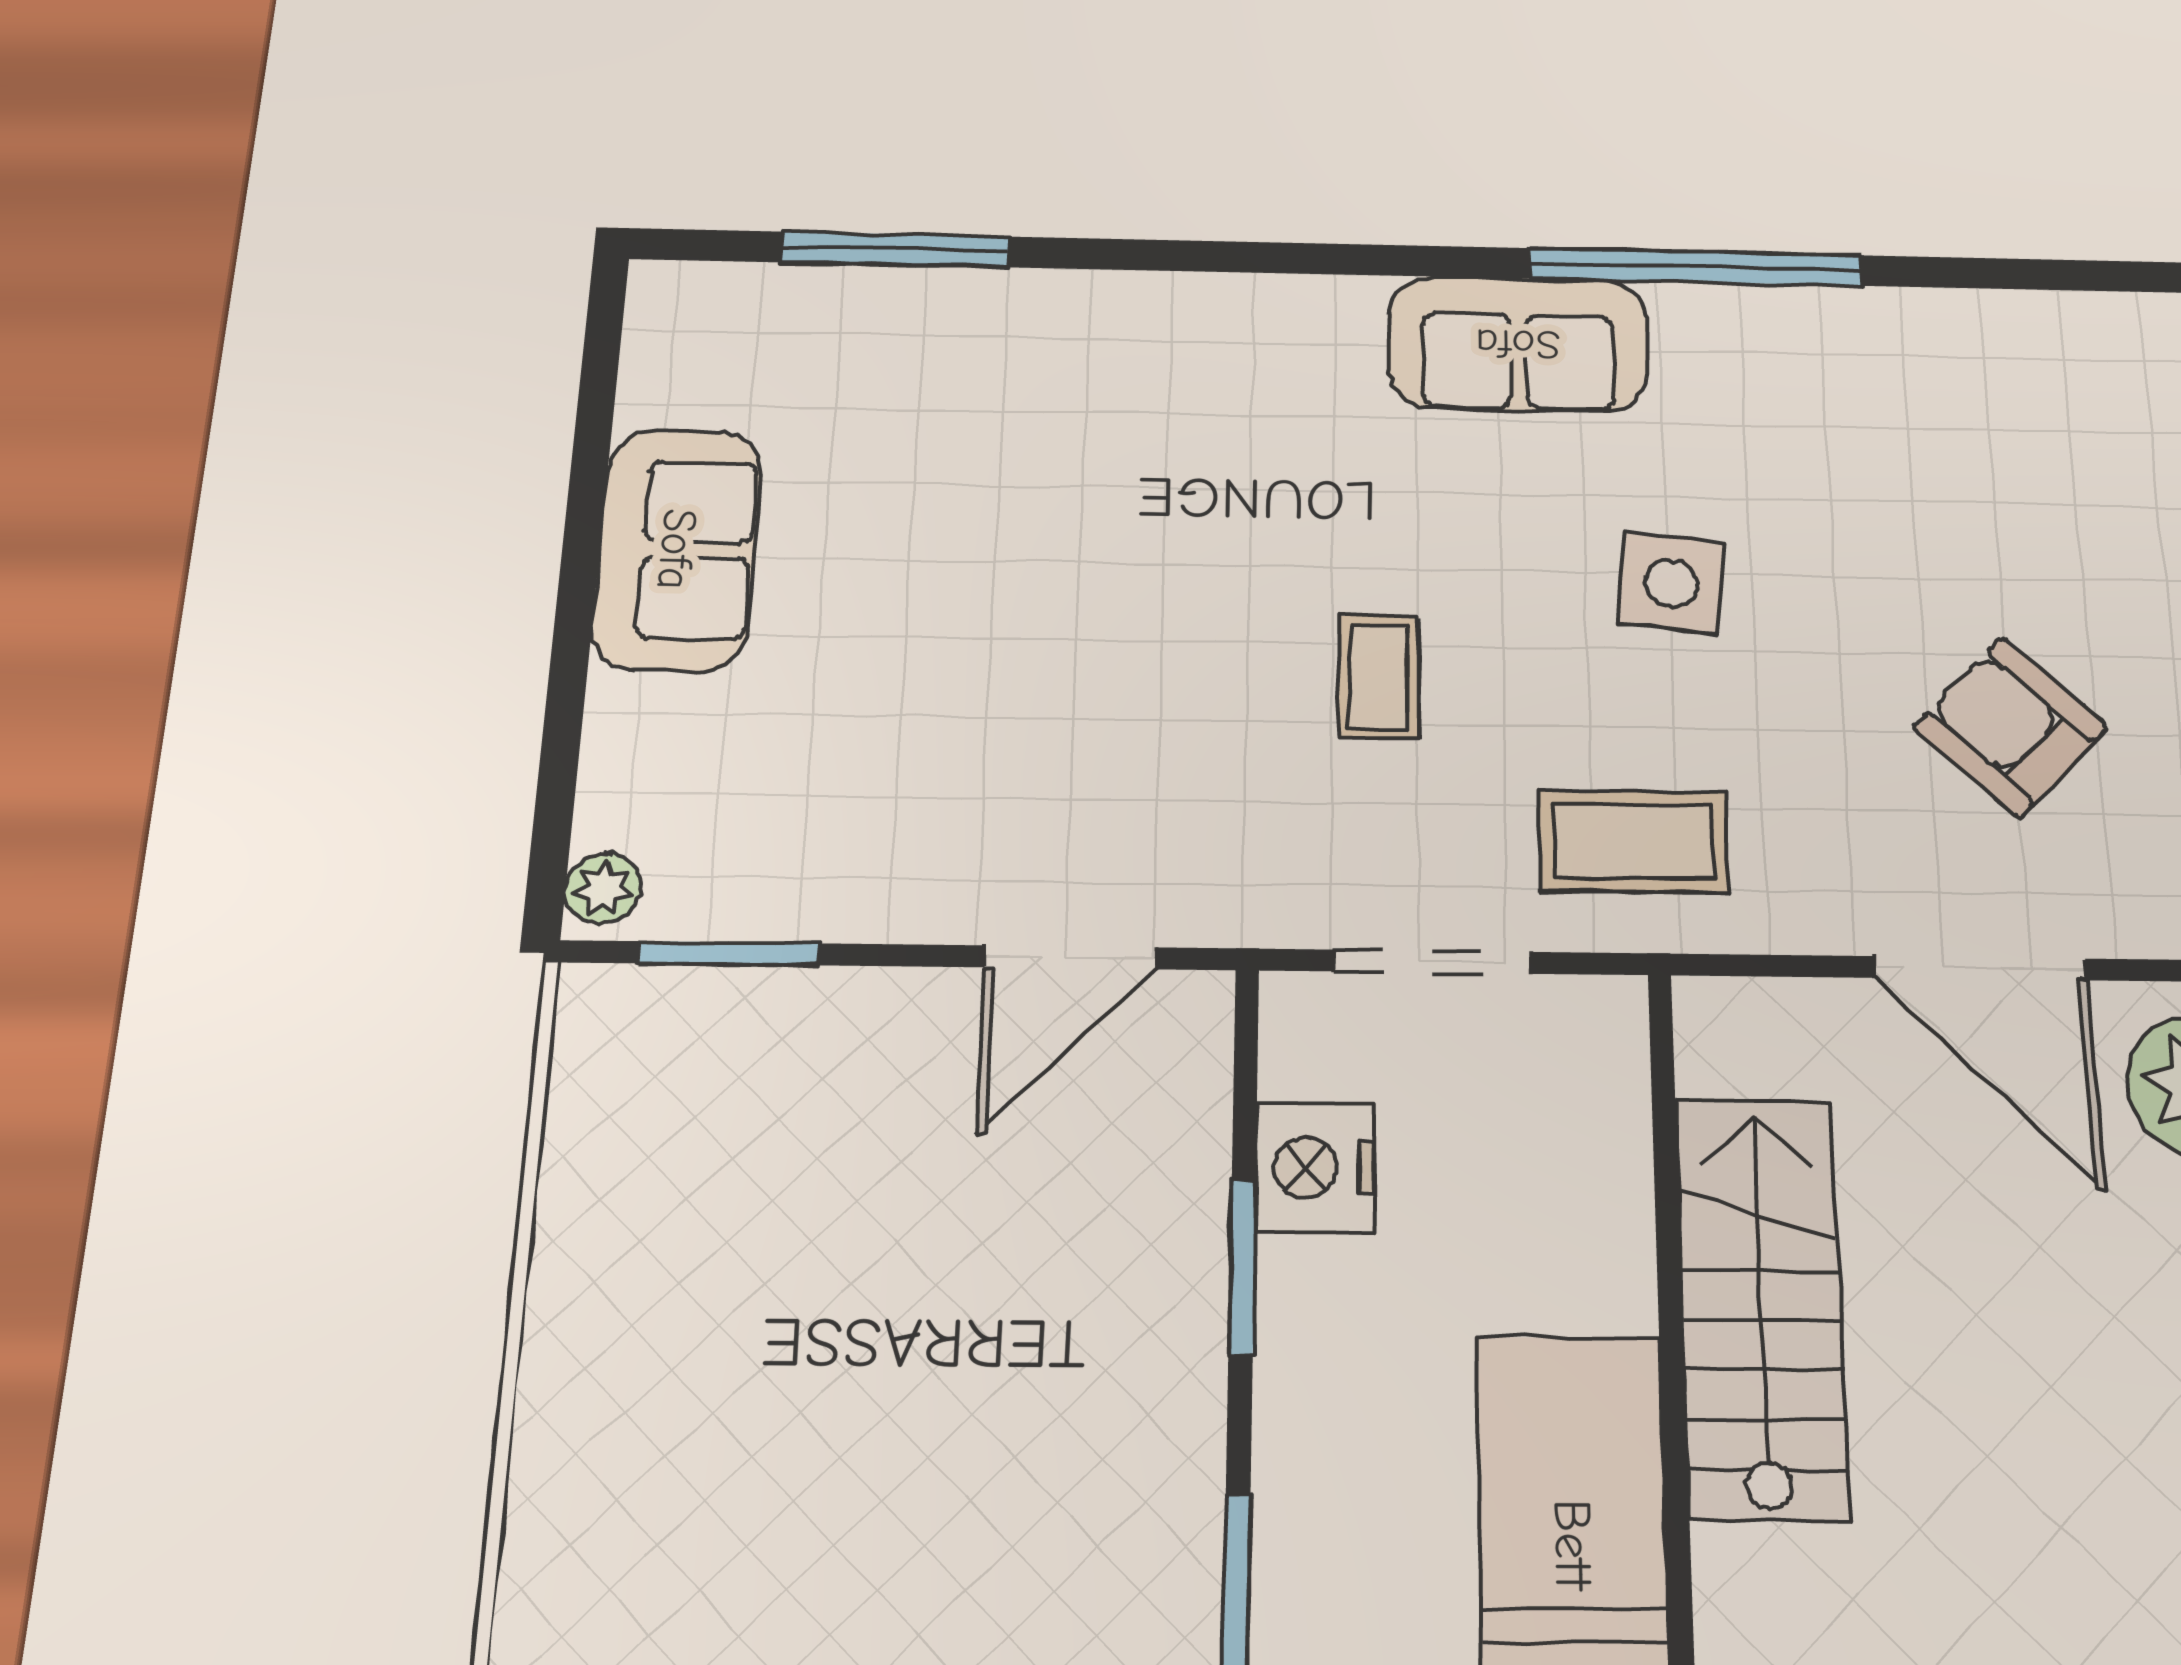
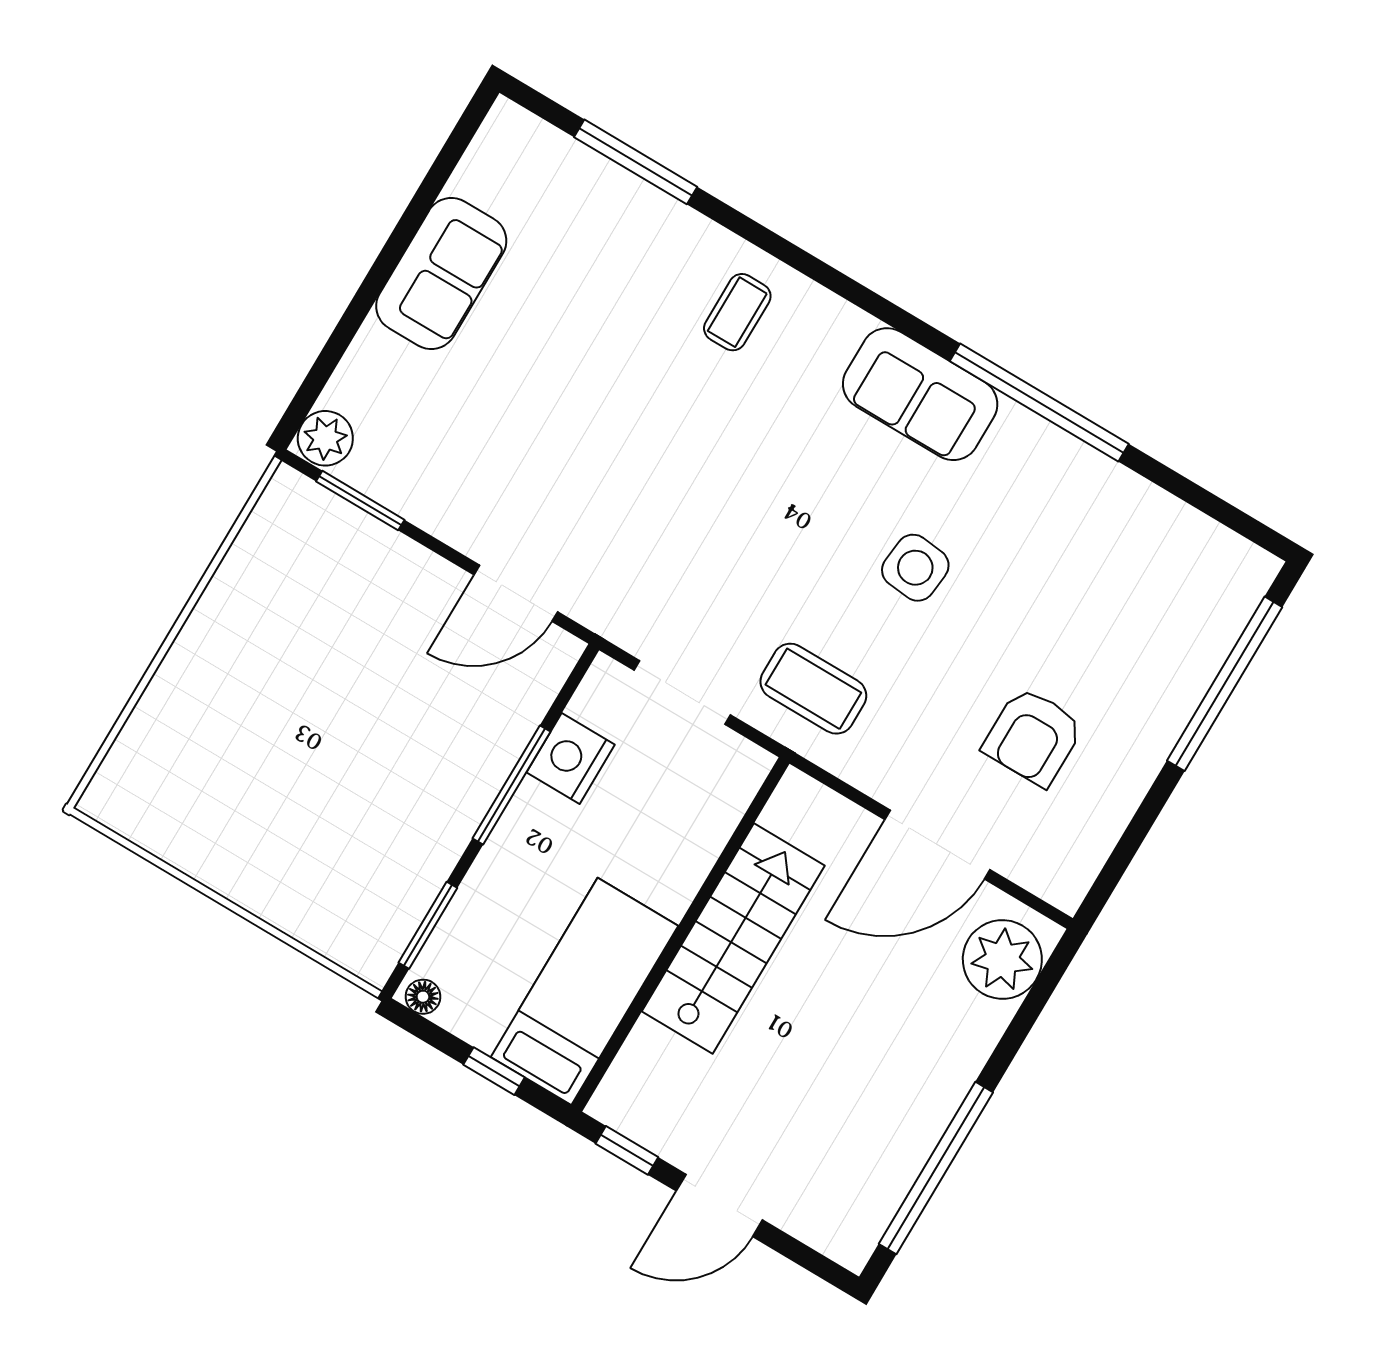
coffee table: (1379, 677) -> (737, 312), moved
armchair: (2011, 727) -> (1033, 737), turned -134
plant: (603, 888) -> (325, 438), width x1.38, depth x1.38
door: (1980, 968) -> (937, 845), hinge flipped
window: (1242, 1267) -> (511, 785), width x1.44

